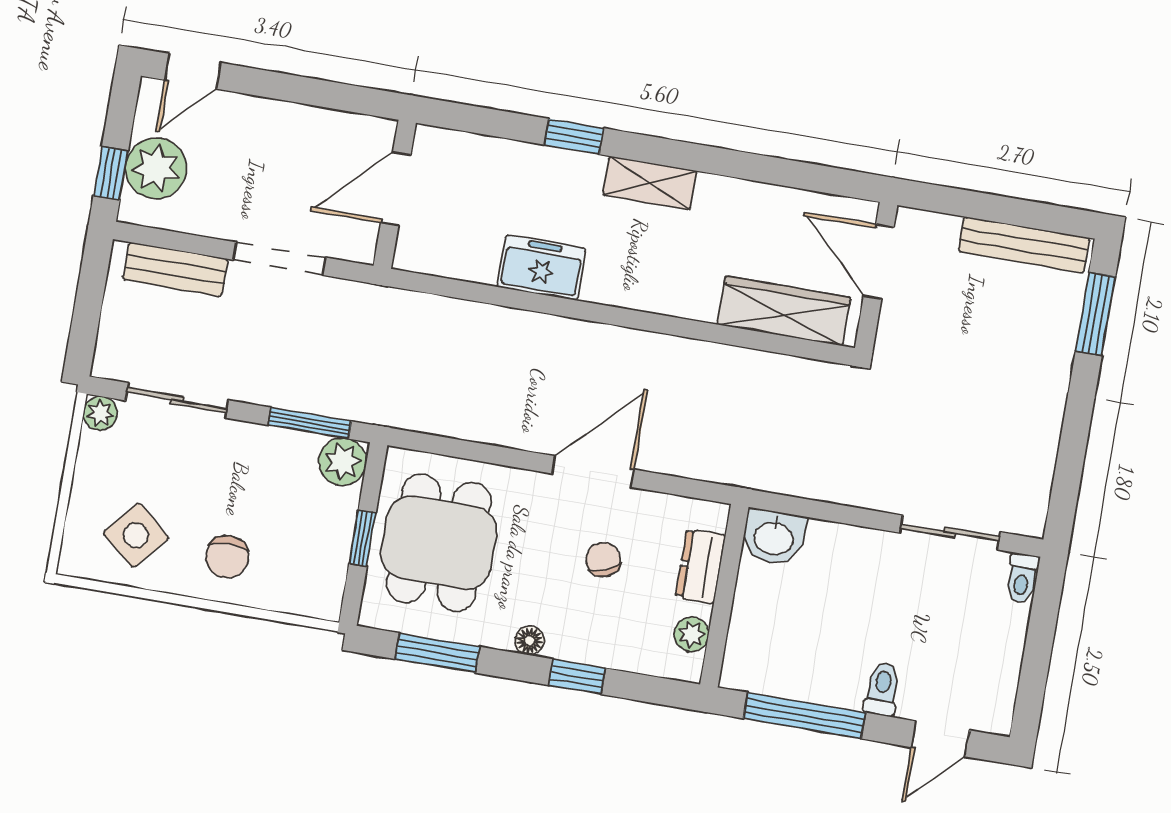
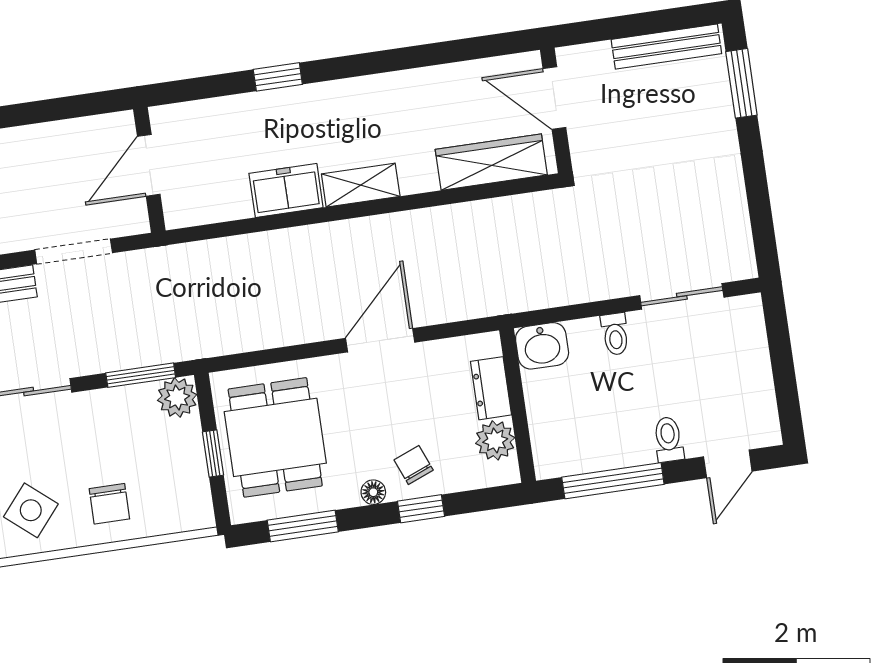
shelving: (650, 183) -> (361, 185), moved
chair: (603, 560) -> (414, 465), moved
toilet: (1022, 578) -> (615, 334), moved
plant: (691, 634) -> (495, 440), width x1.38, depth x1.38

